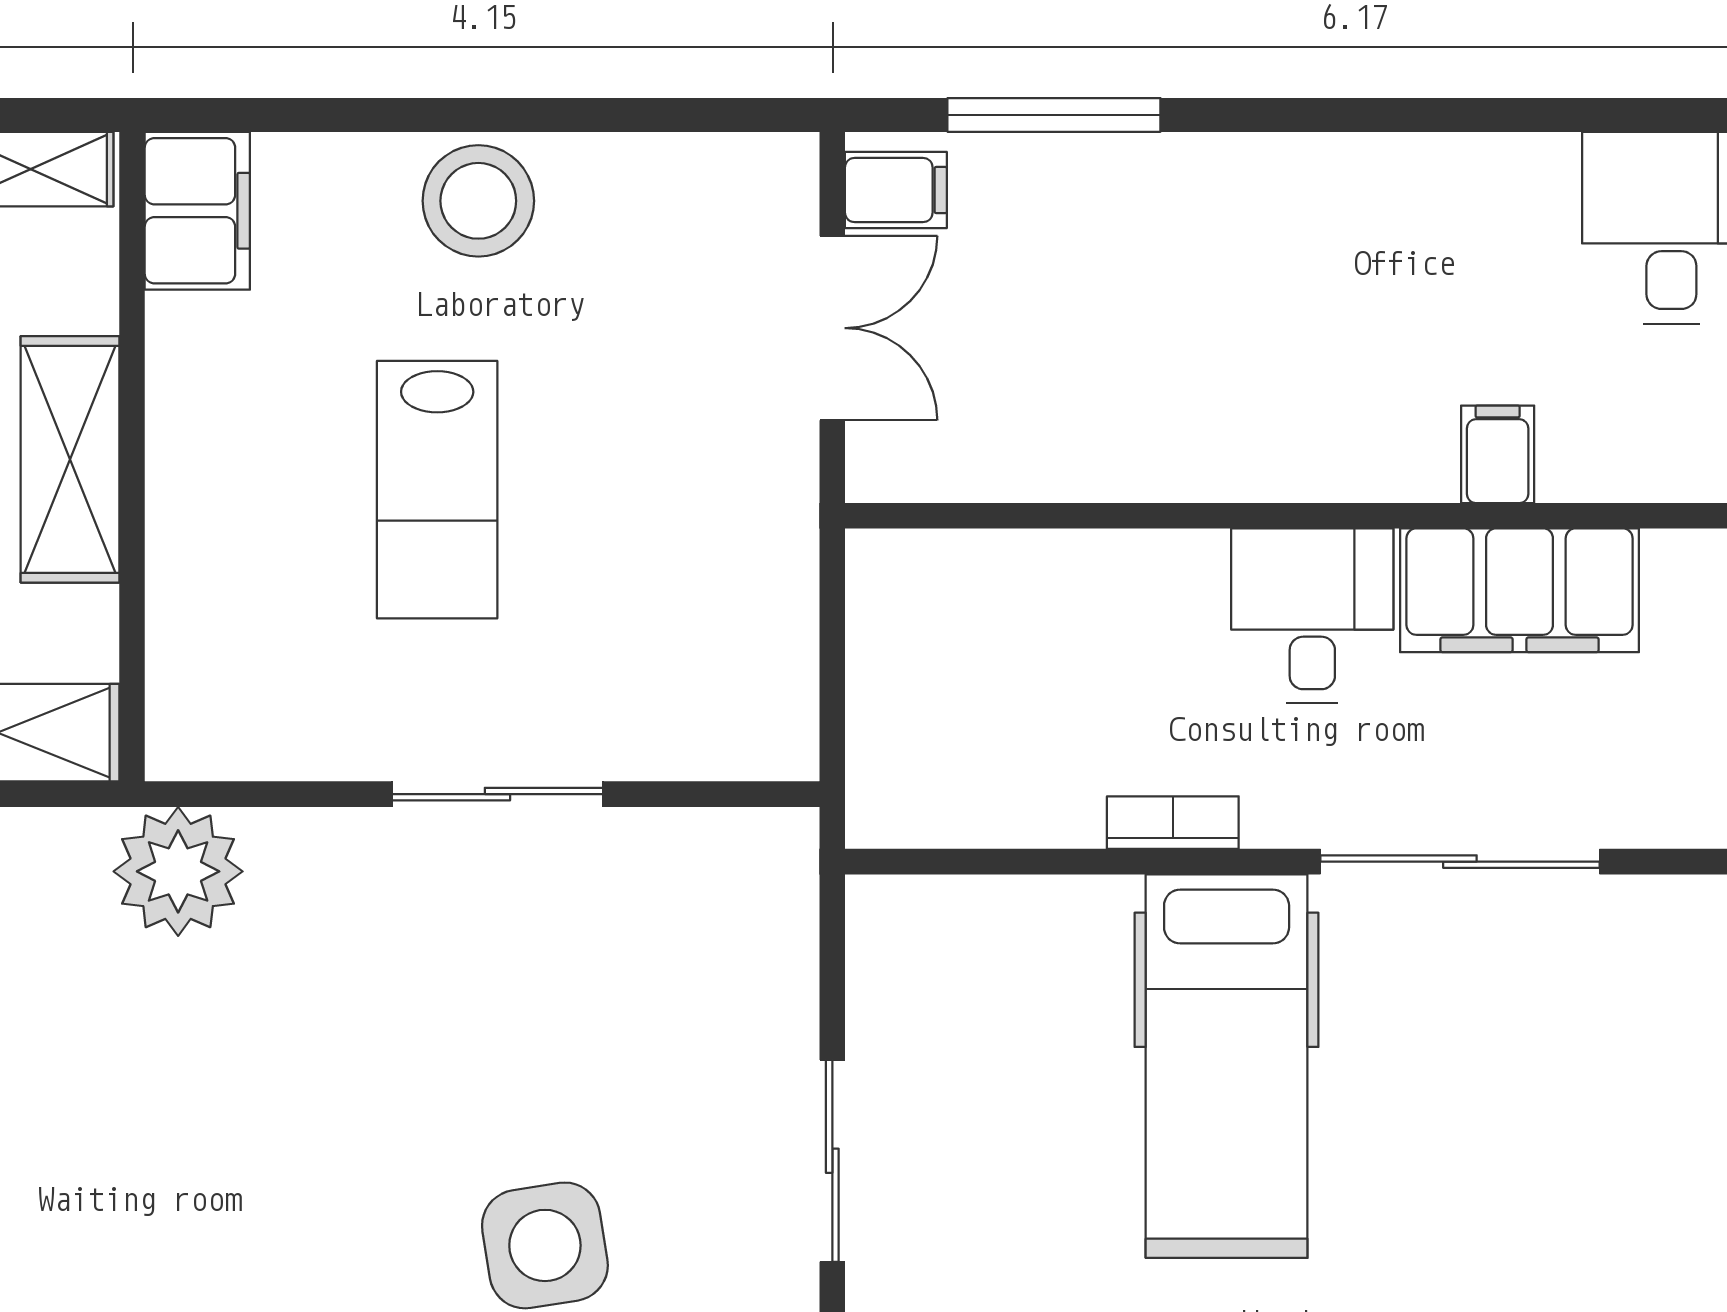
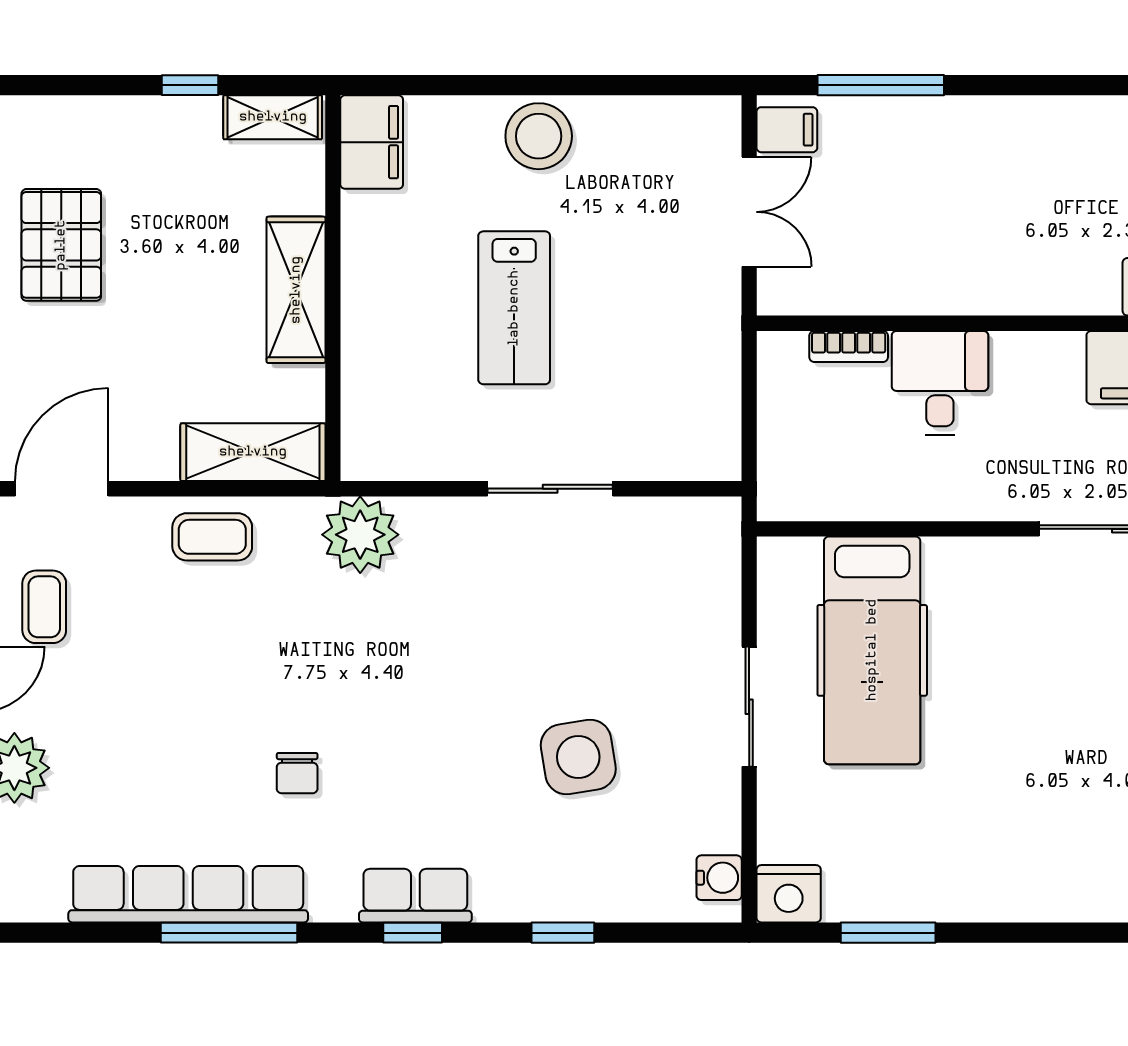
desk: (1312, 616) -> (940, 383), moved
bookcase: (1173, 823) -> (849, 346), moved, turned 180
hospital bed: (1227, 1066) -> (872, 650), moved
chair: (72, 1273) -> (297, 773), added

